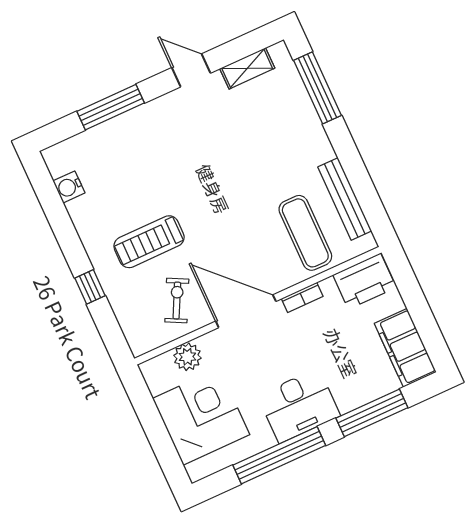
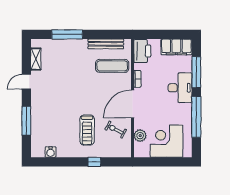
window: (318, 88) -> (67, 34), moved
desk: (299, 406) -> (180, 88), moved

